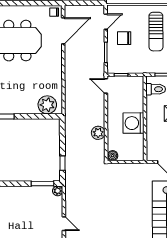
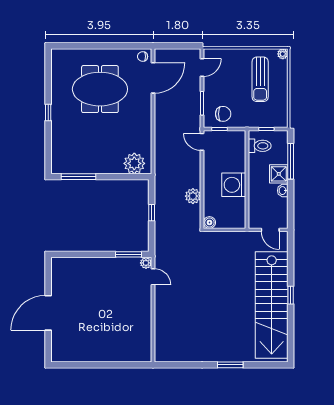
chair: (124, 38) -> (223, 114), moved, turned 180
window: (63, 163) -> (152, 213), moved
door: (64, 224) -> (153, 277), moved

